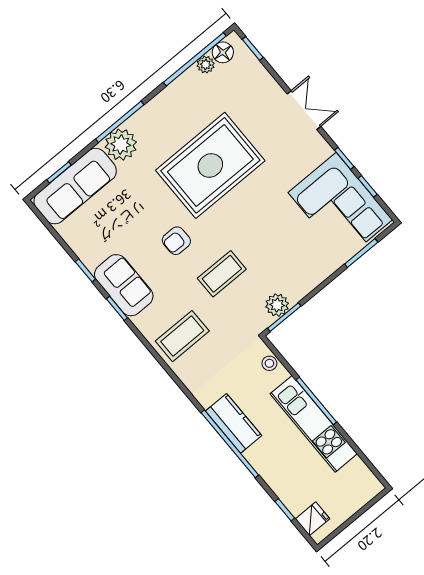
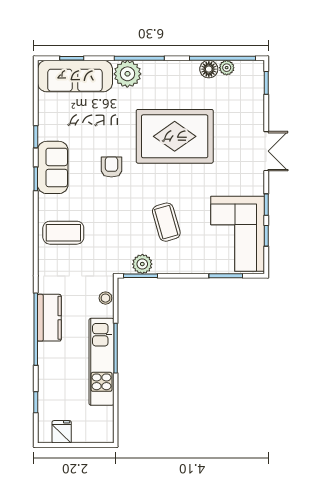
floor lamp: (223, 52) -> (209, 69), moved
armchair: (176, 241) -> (111, 167), turned 90
coffee table: (222, 274) -> (166, 222), moved, turned 74
fridge: (313, 519) -> (62, 432), moved, turned -90

